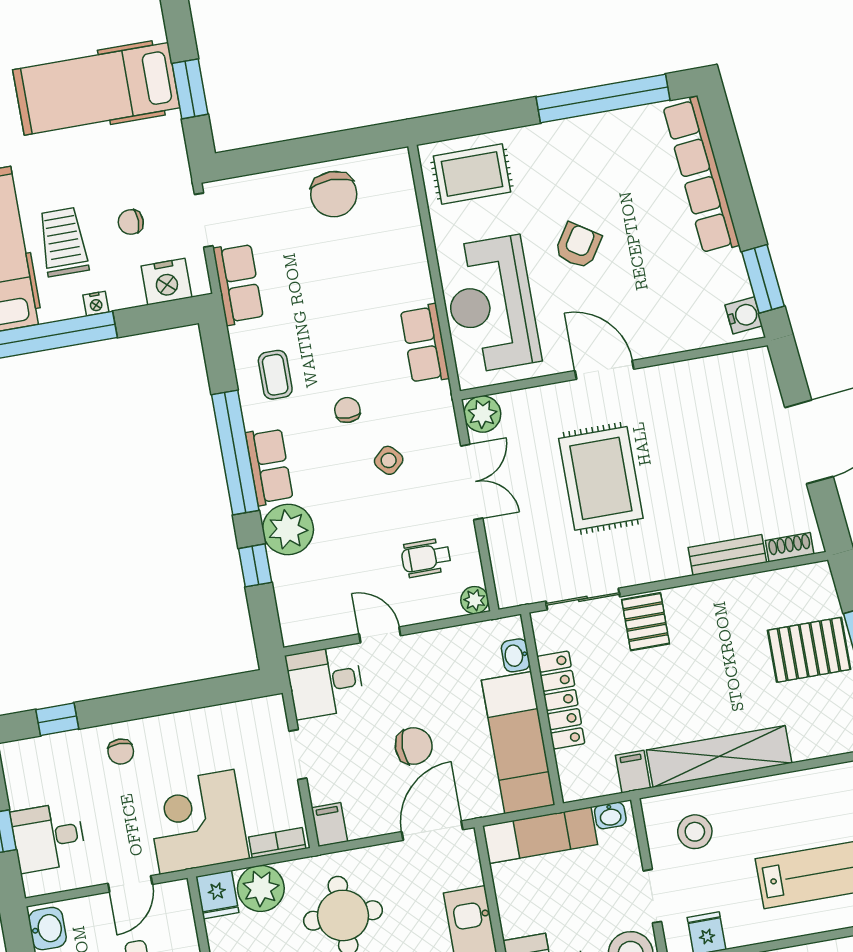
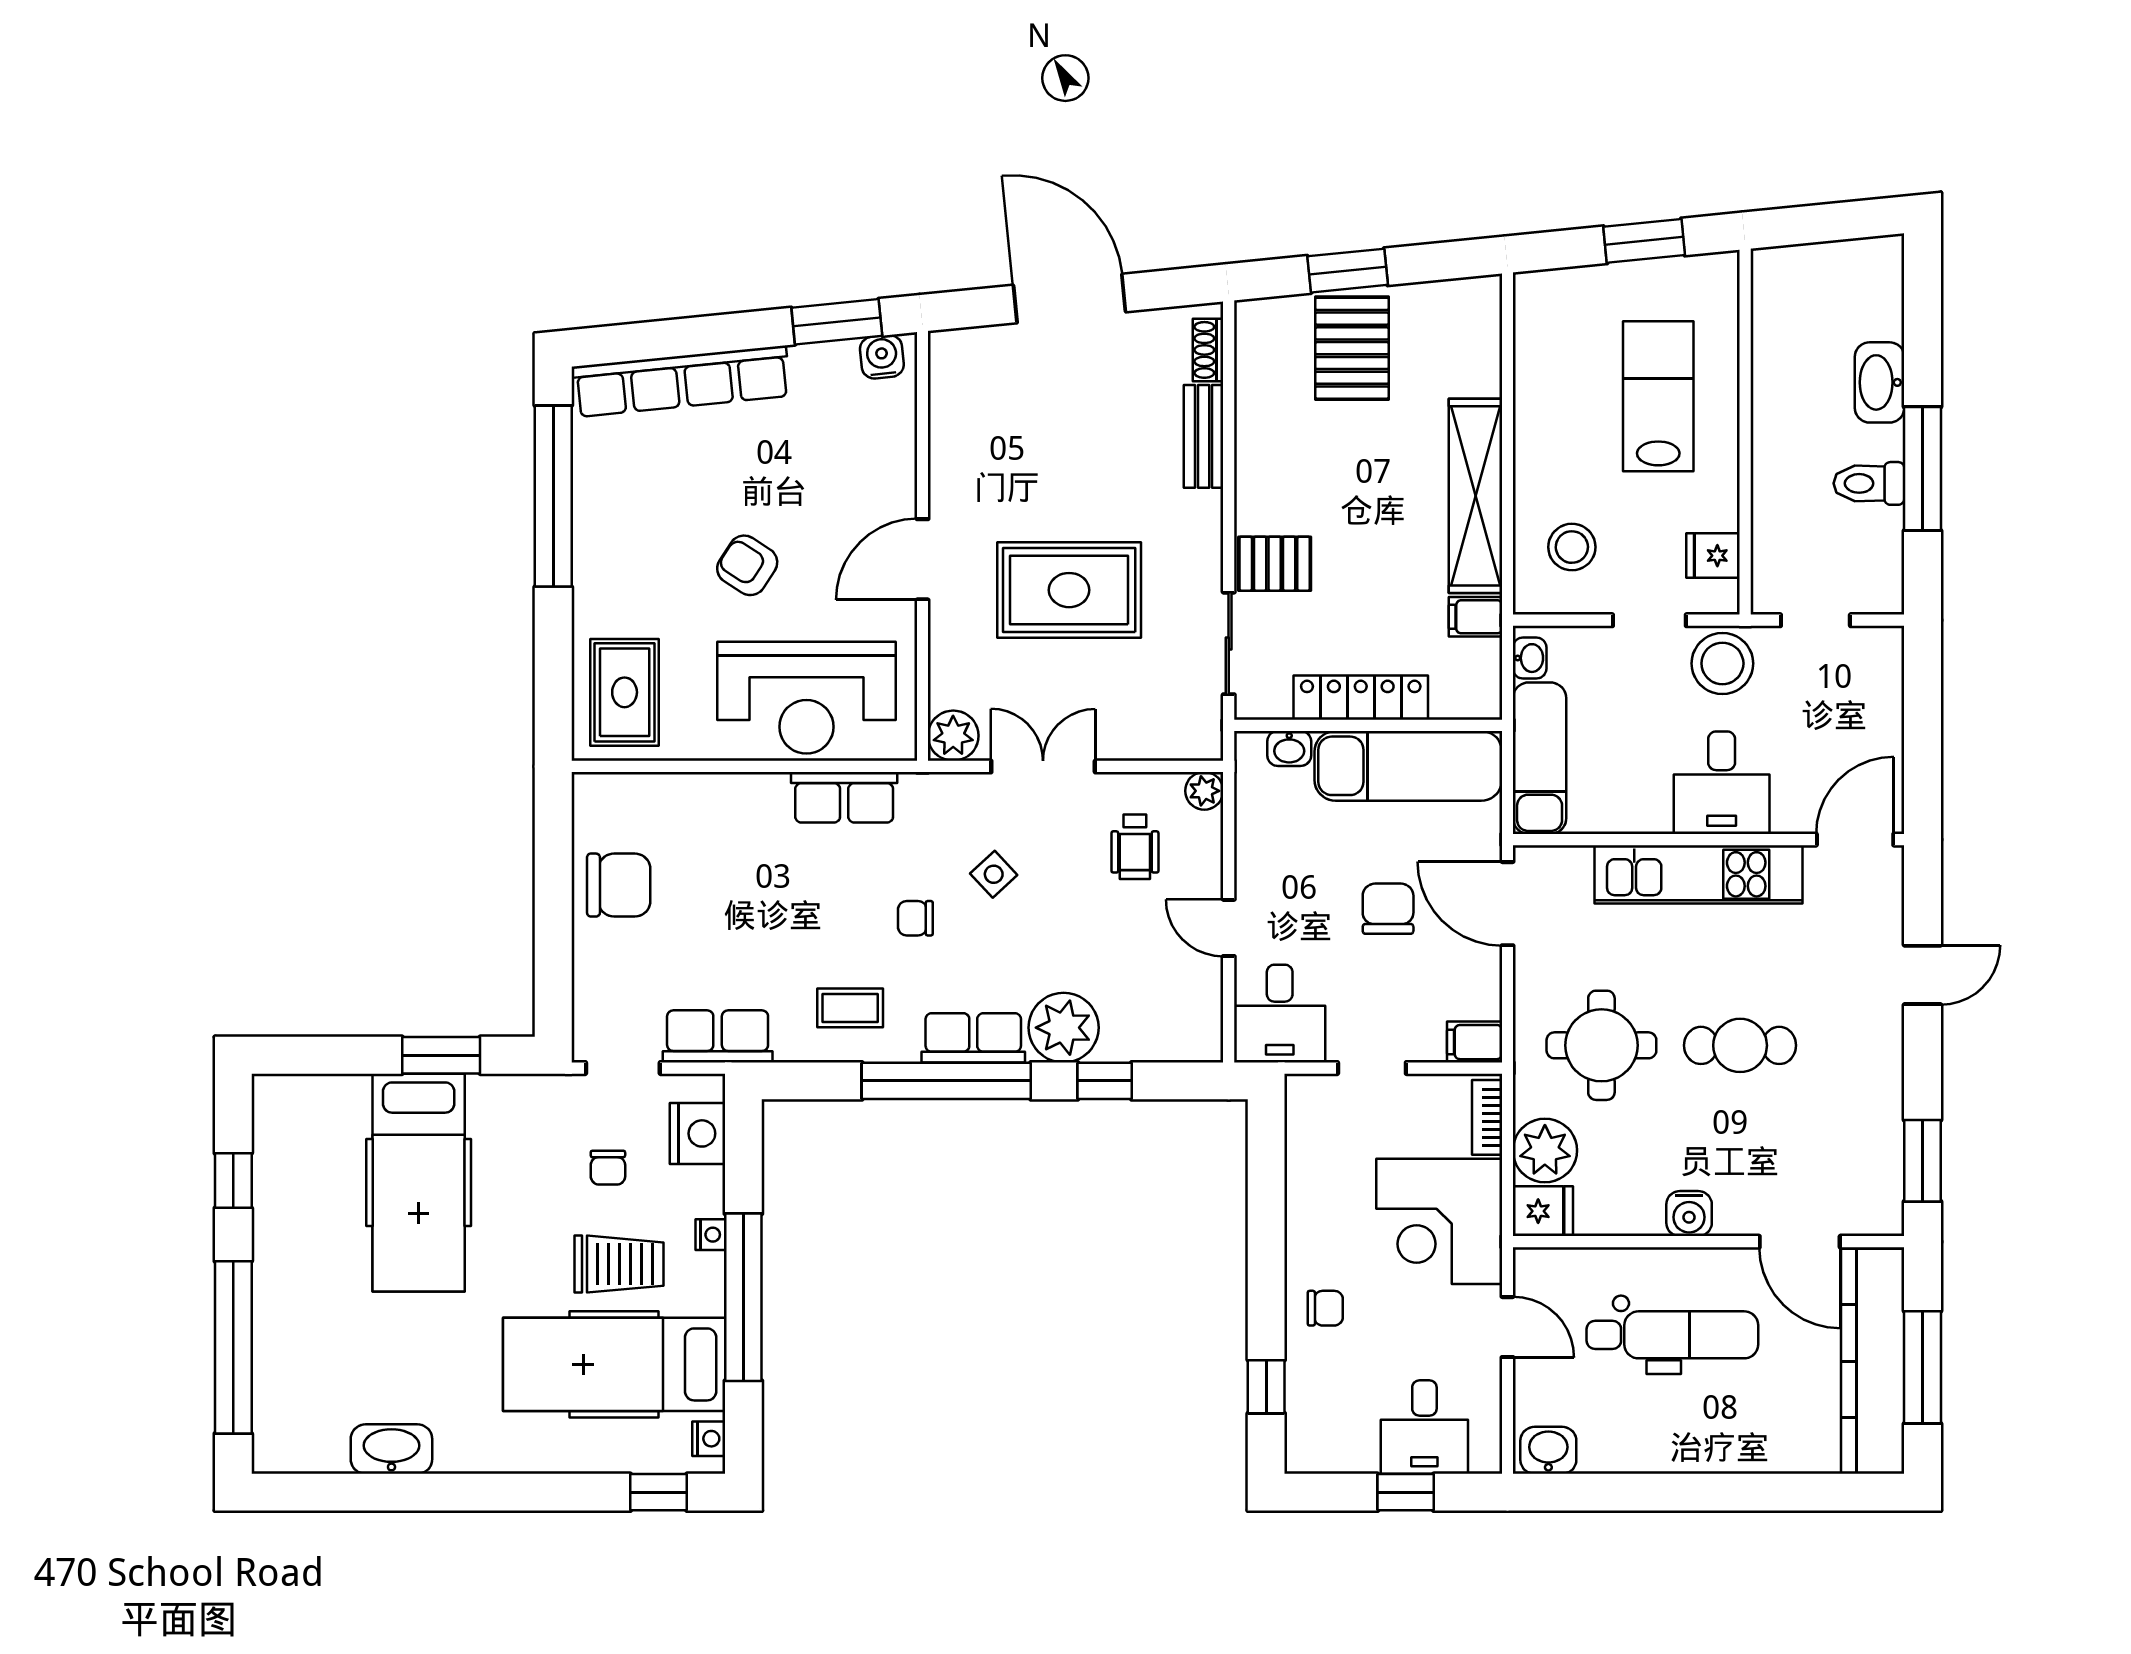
trolley: (63, 242) -> (619, 1264), turned 180
door: (380, 635) -> (1229, 928), hinge flipped

